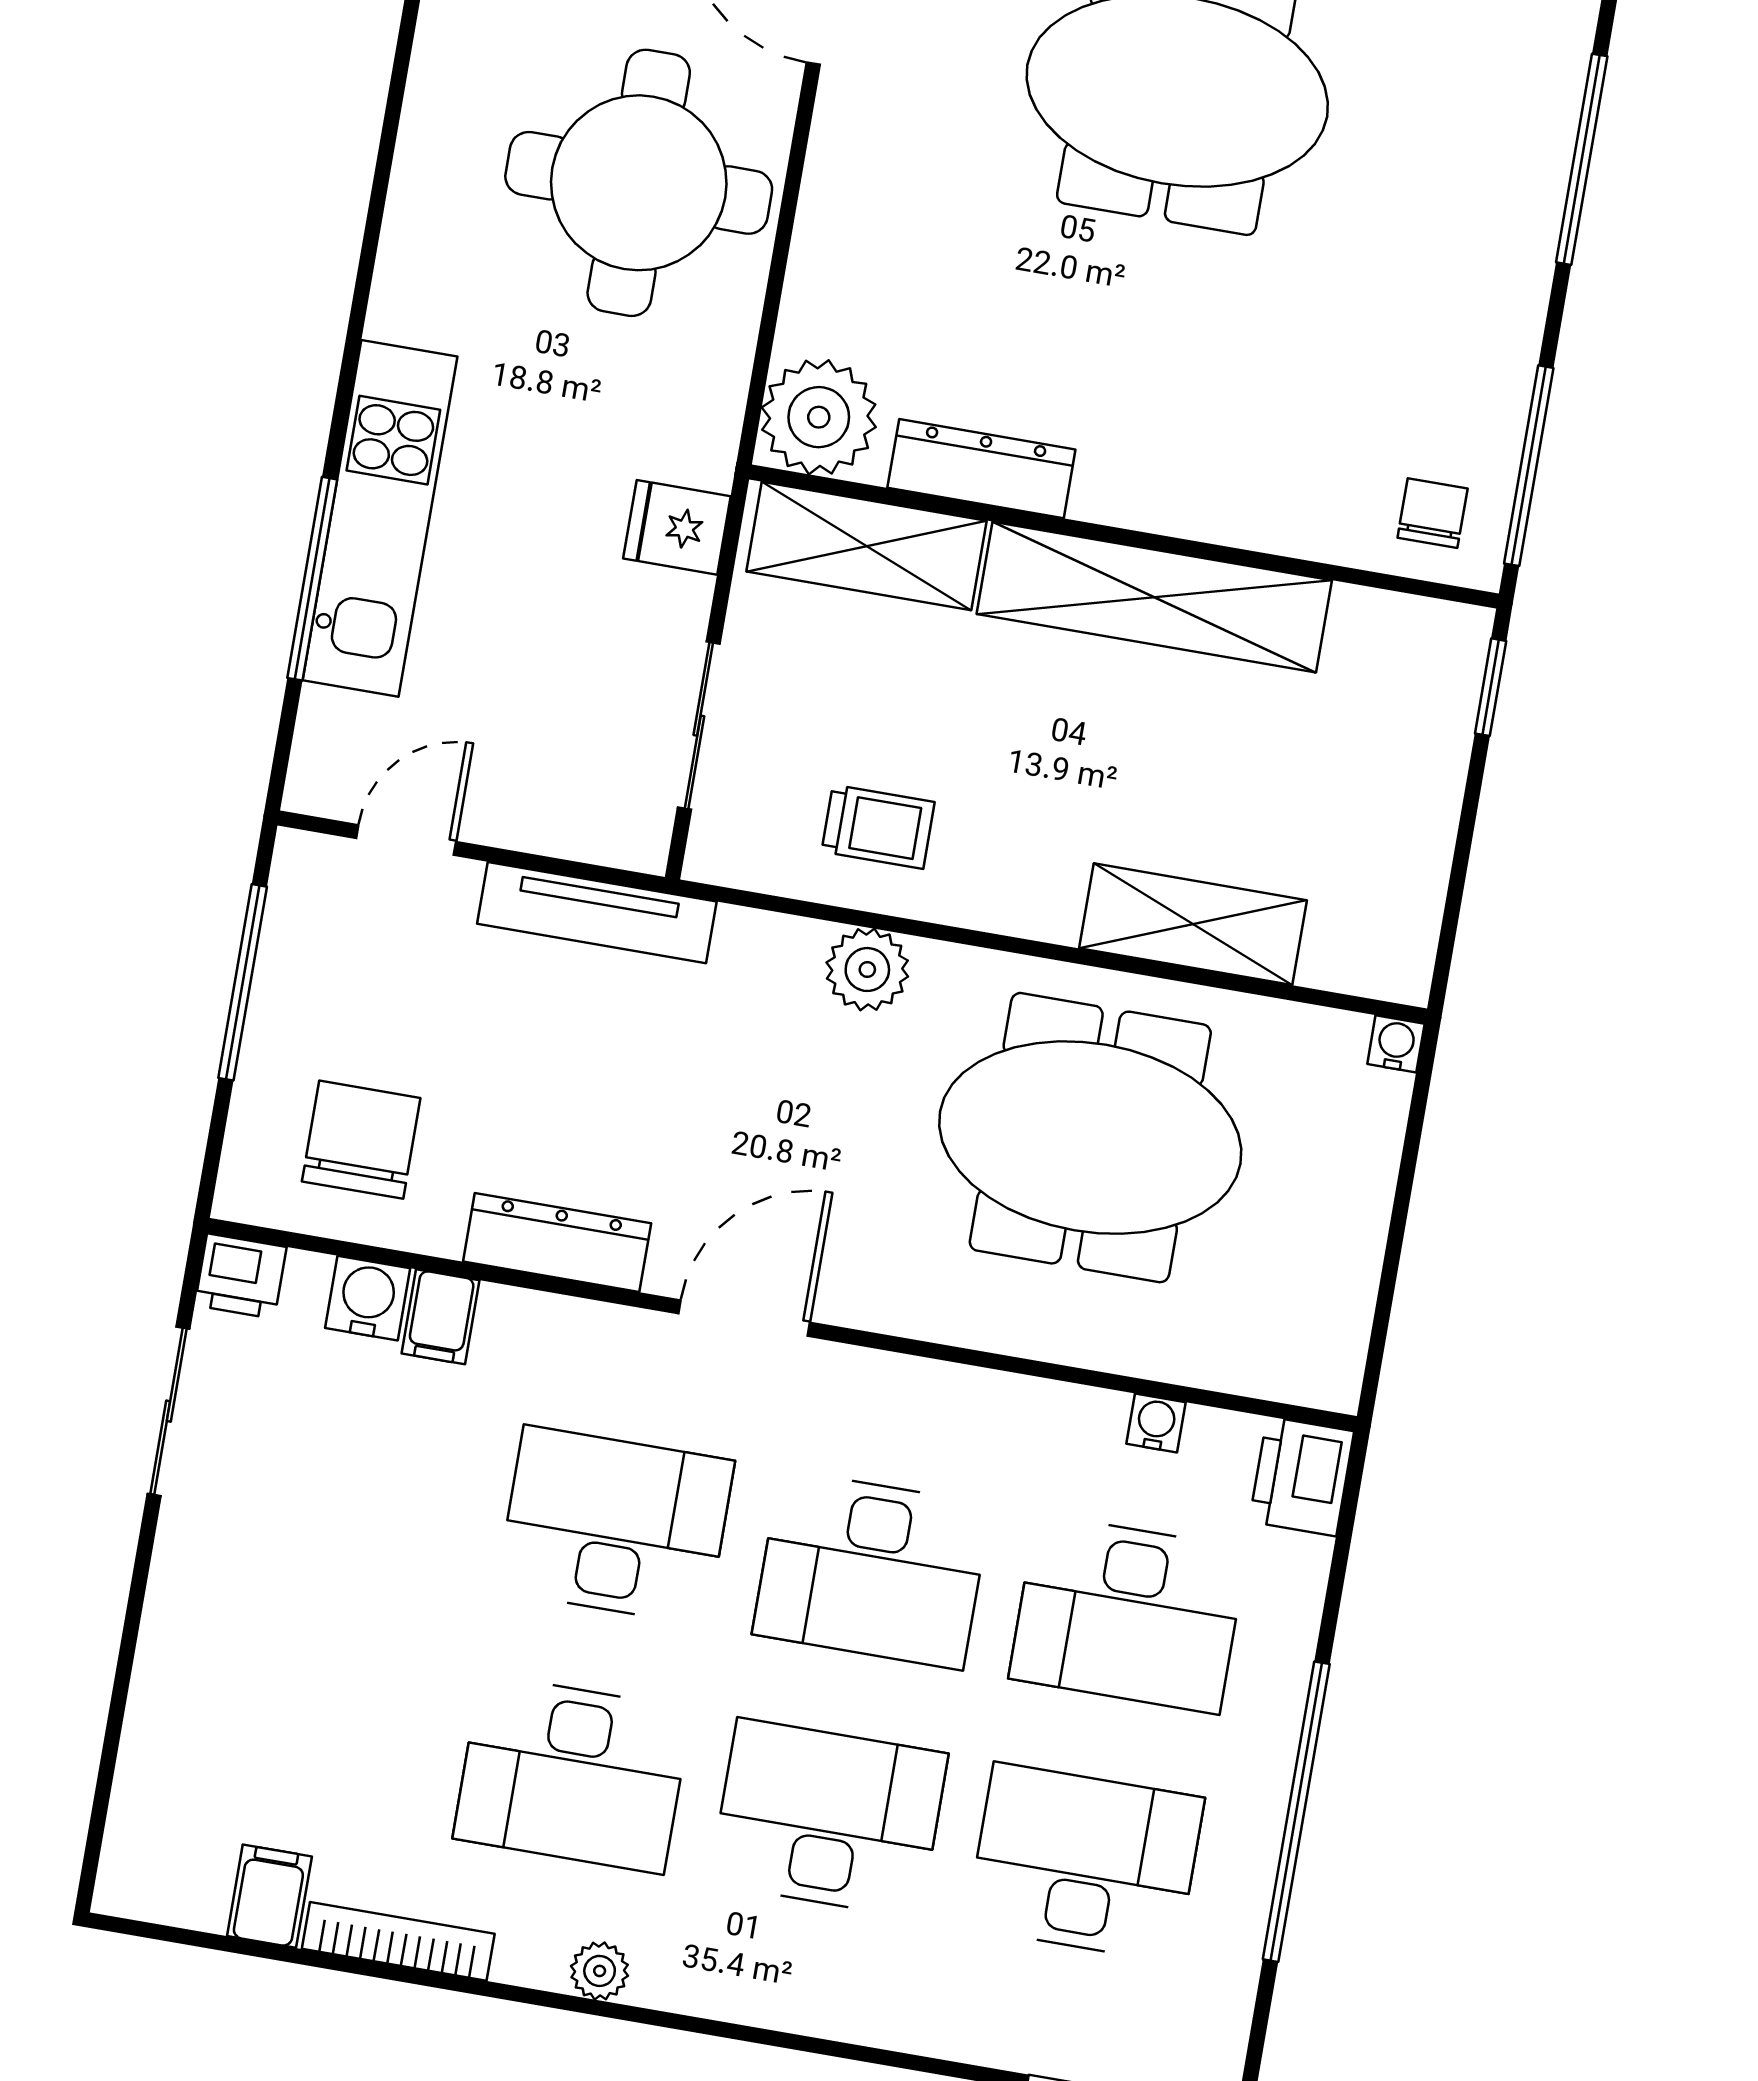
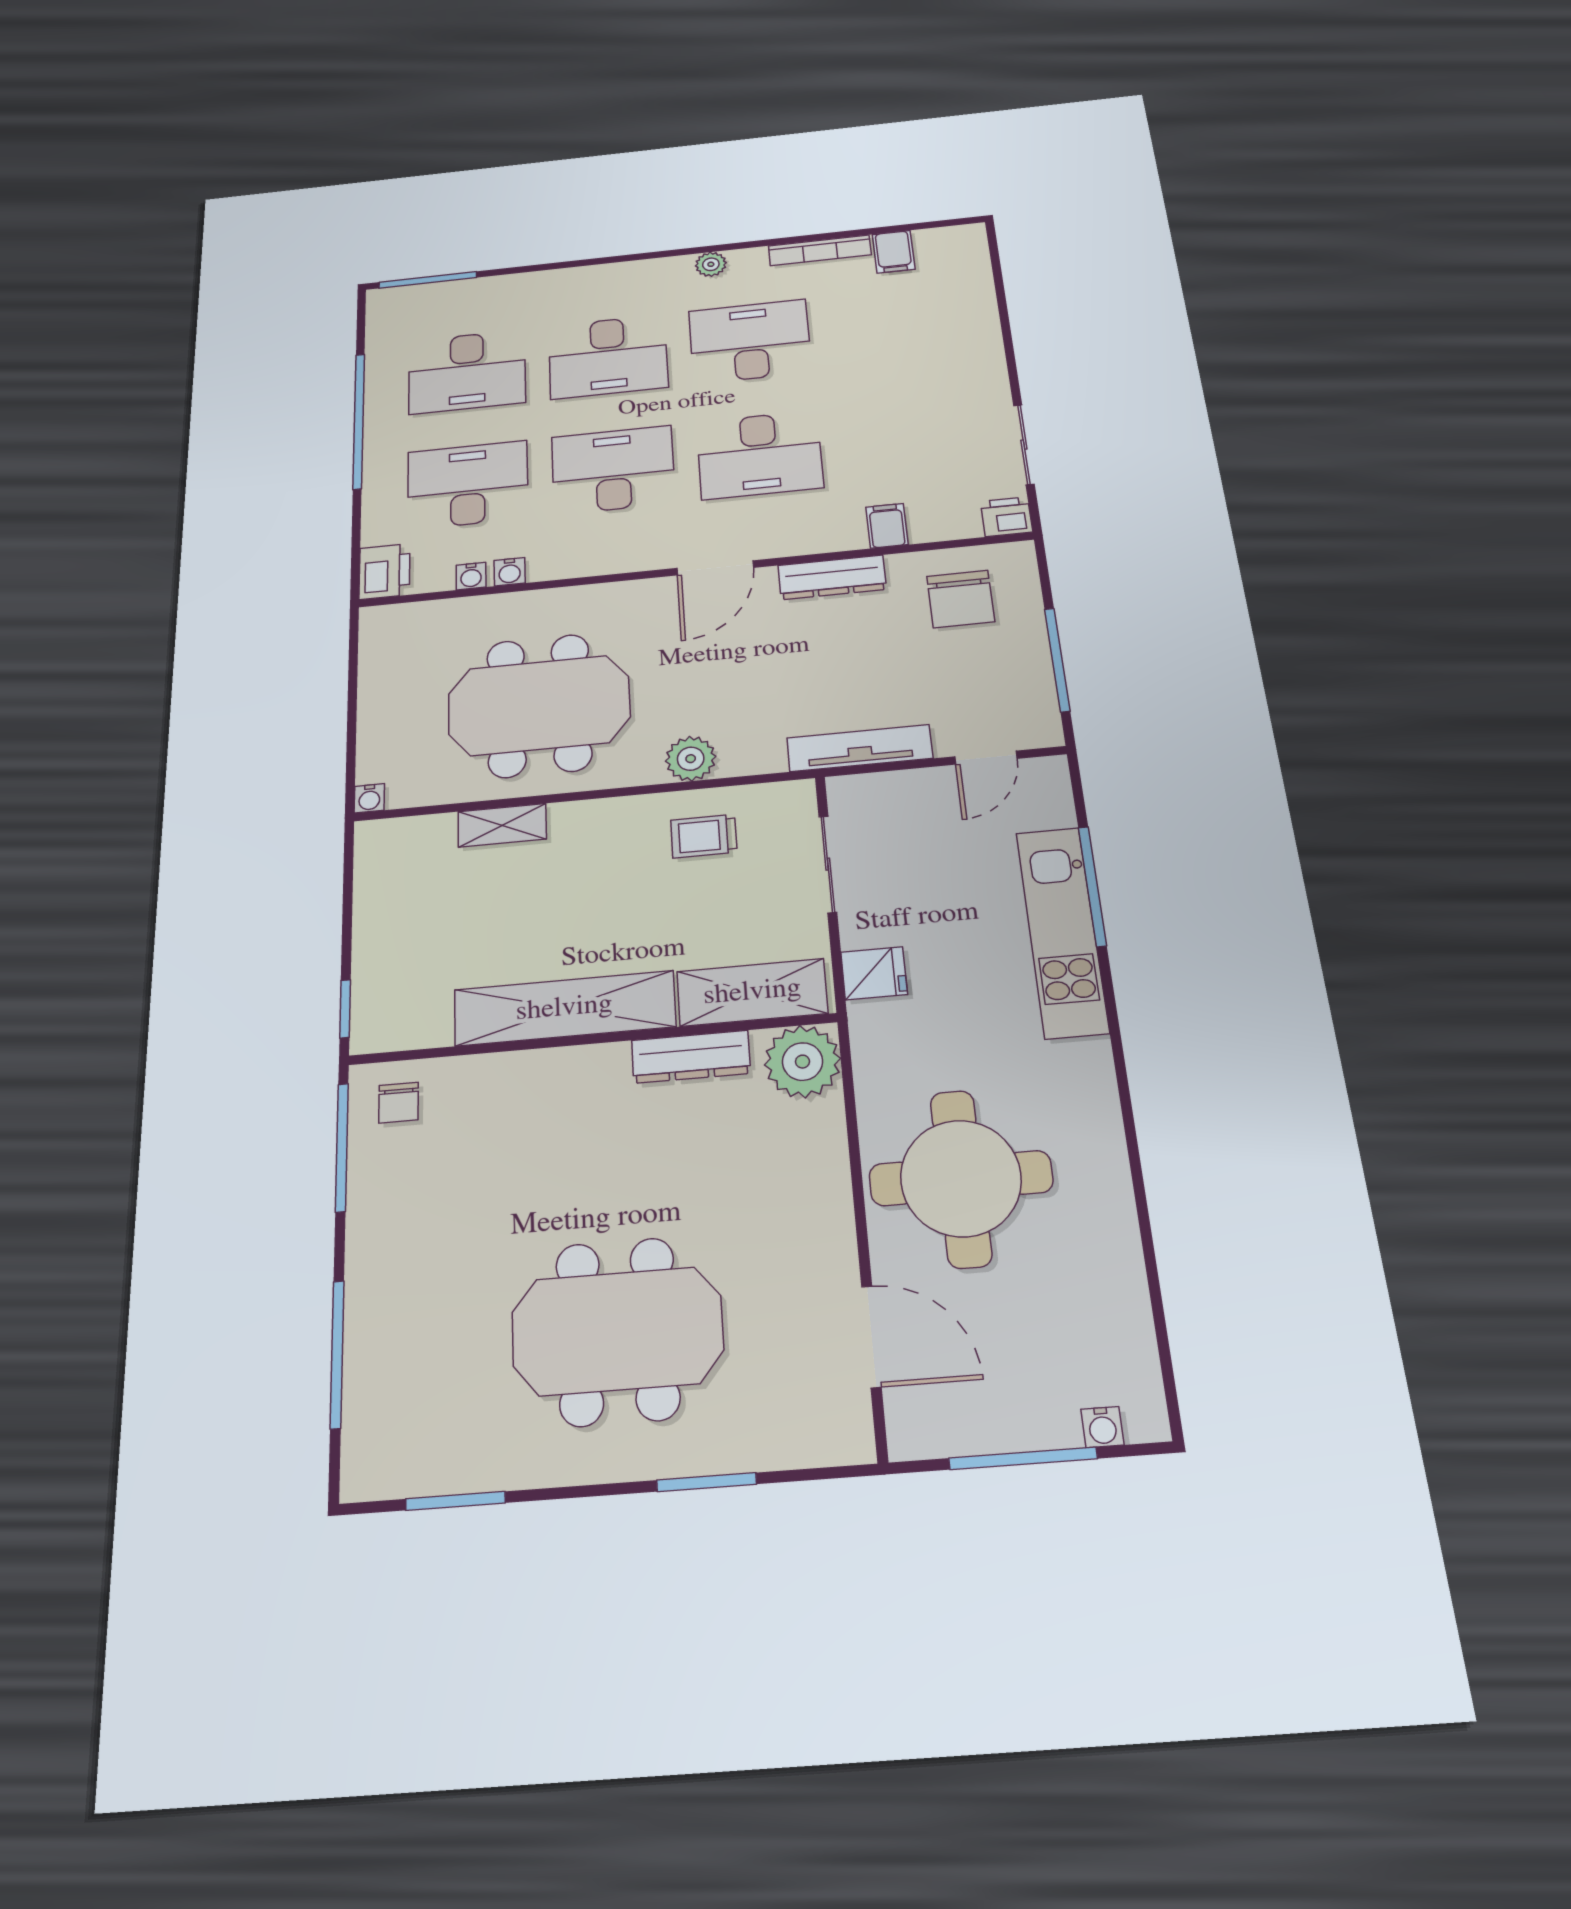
shelving: (1193, 924) -> (502, 825), width x0.67, depth x0.75
water cooler: (368, 1298) -> (510, 572), moved, width x0.72, depth x0.72

